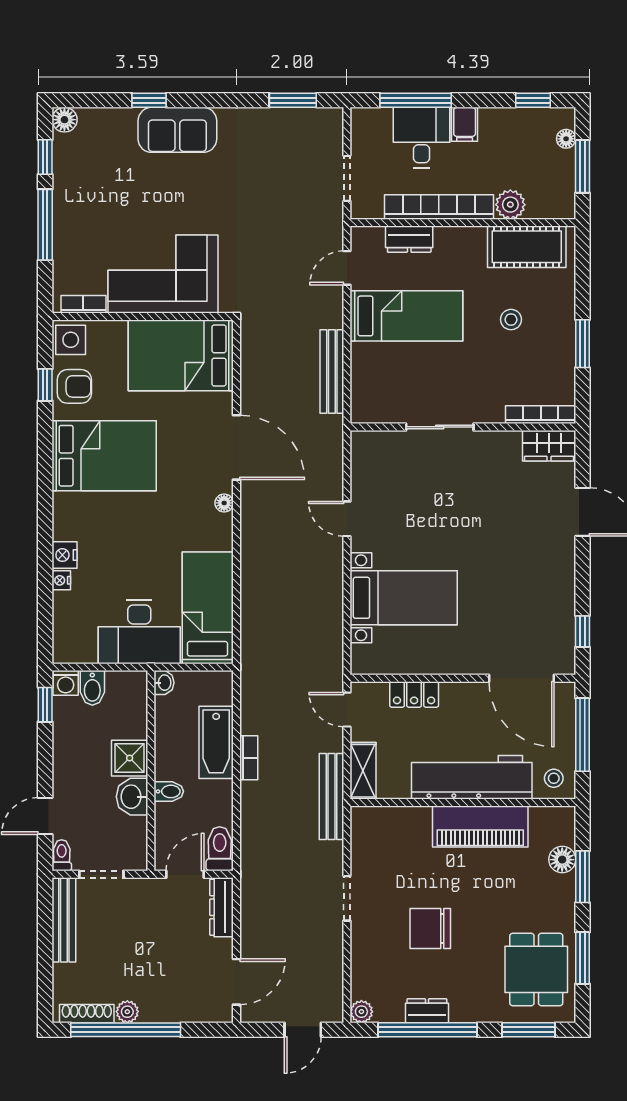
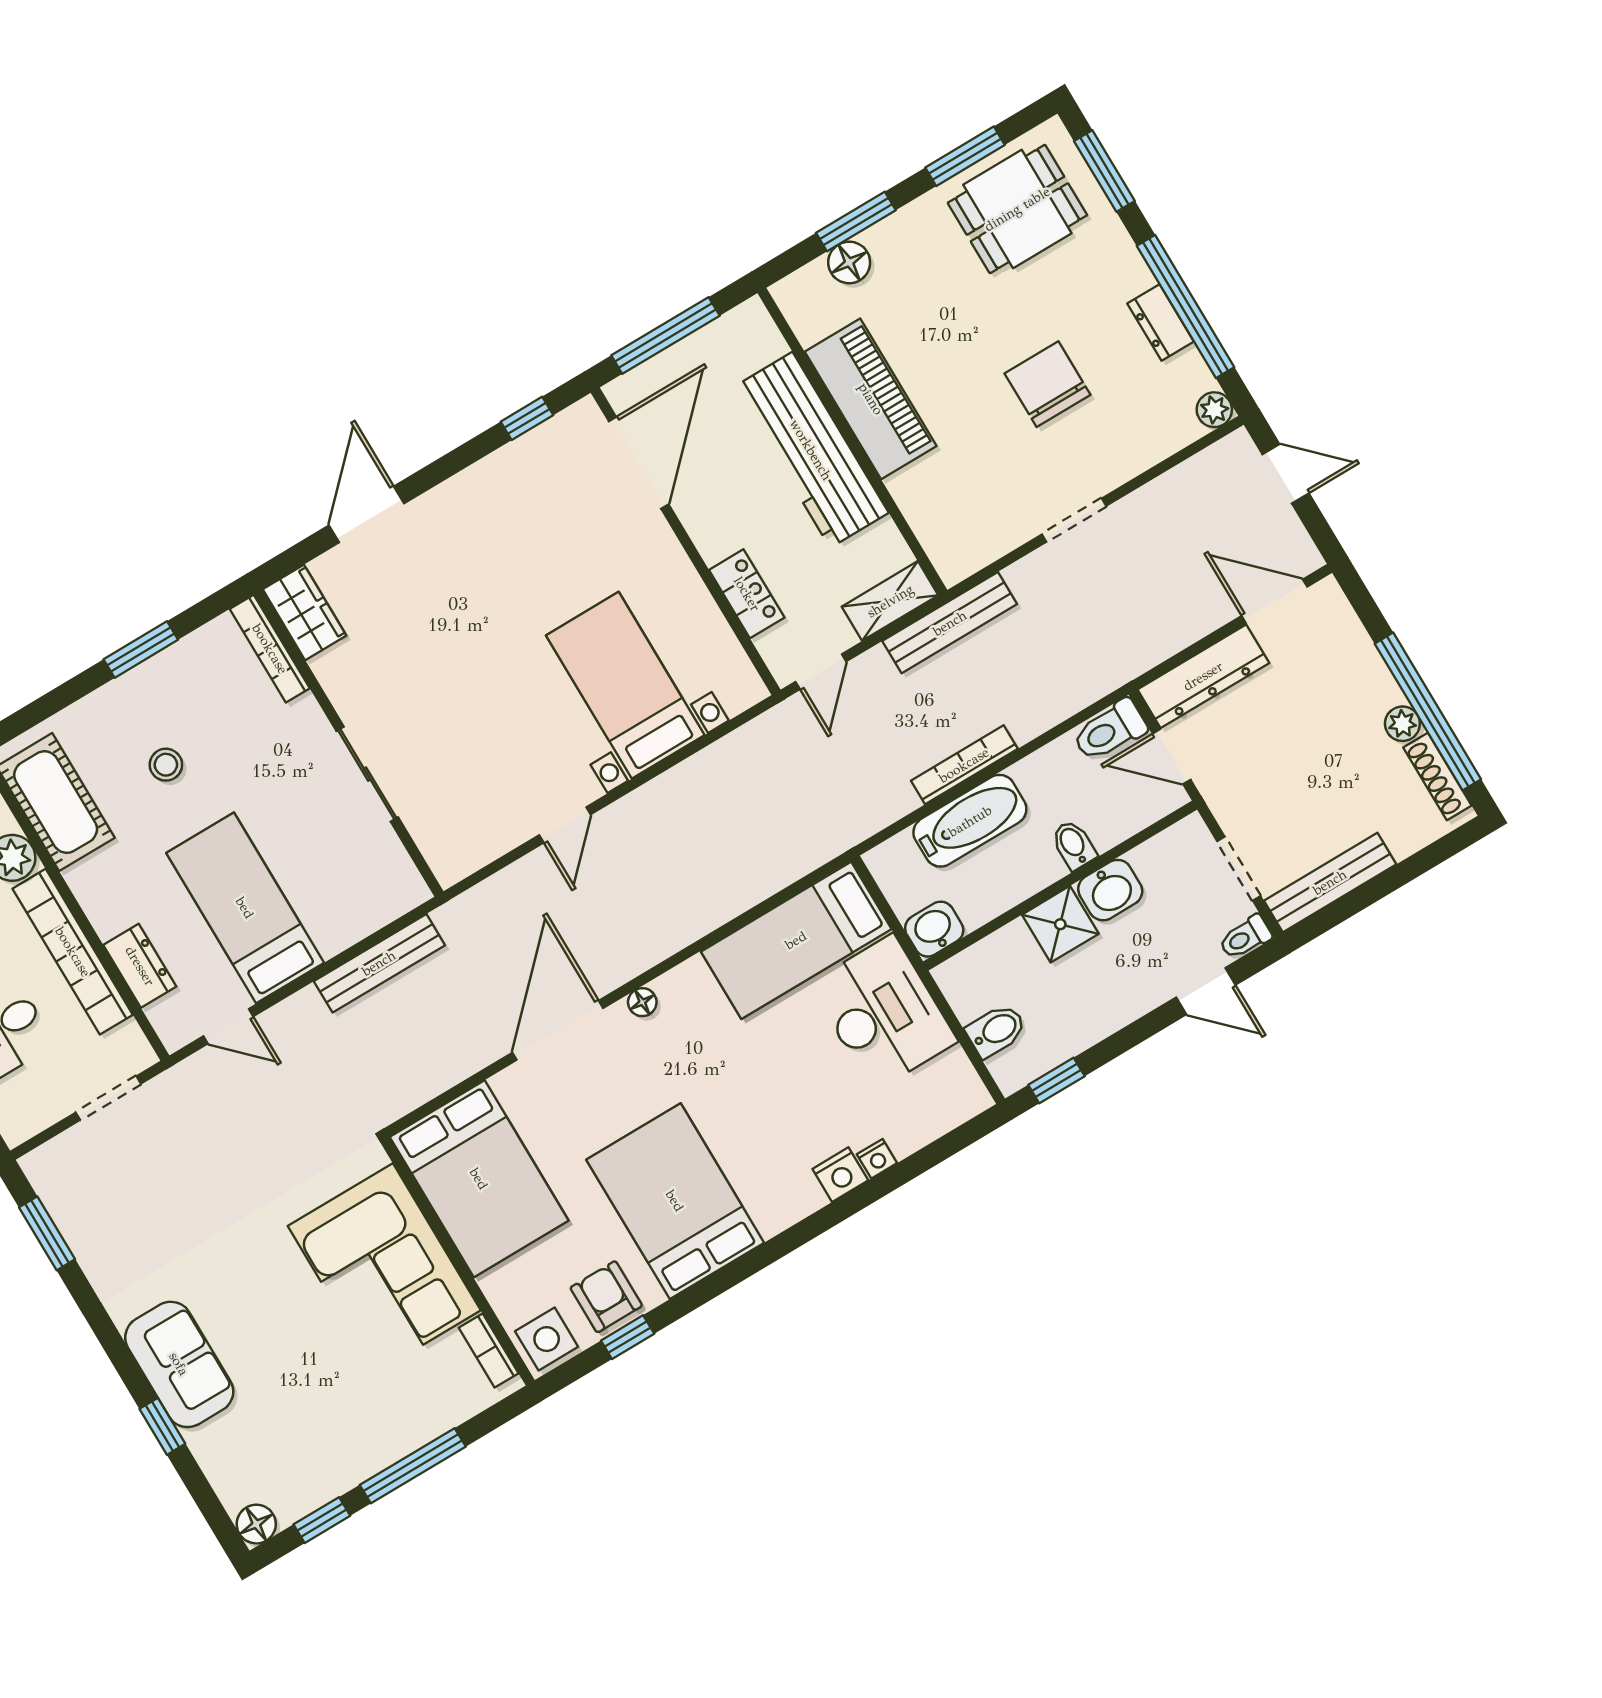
washing machine: (66, 683) -> (1011, 1070), removed
washbasin: (164, 683) -> (934, 929), width x1.38, depth x1.45
bookcase: (249, 758) -> (964, 765), width x1.56
stool: (554, 778) -> (747, 339), removed
dresser: (222, 907) -> (1203, 676), width x1.37, depth x1.24
chair: (430, 928) -> (1048, 384), turned 180

